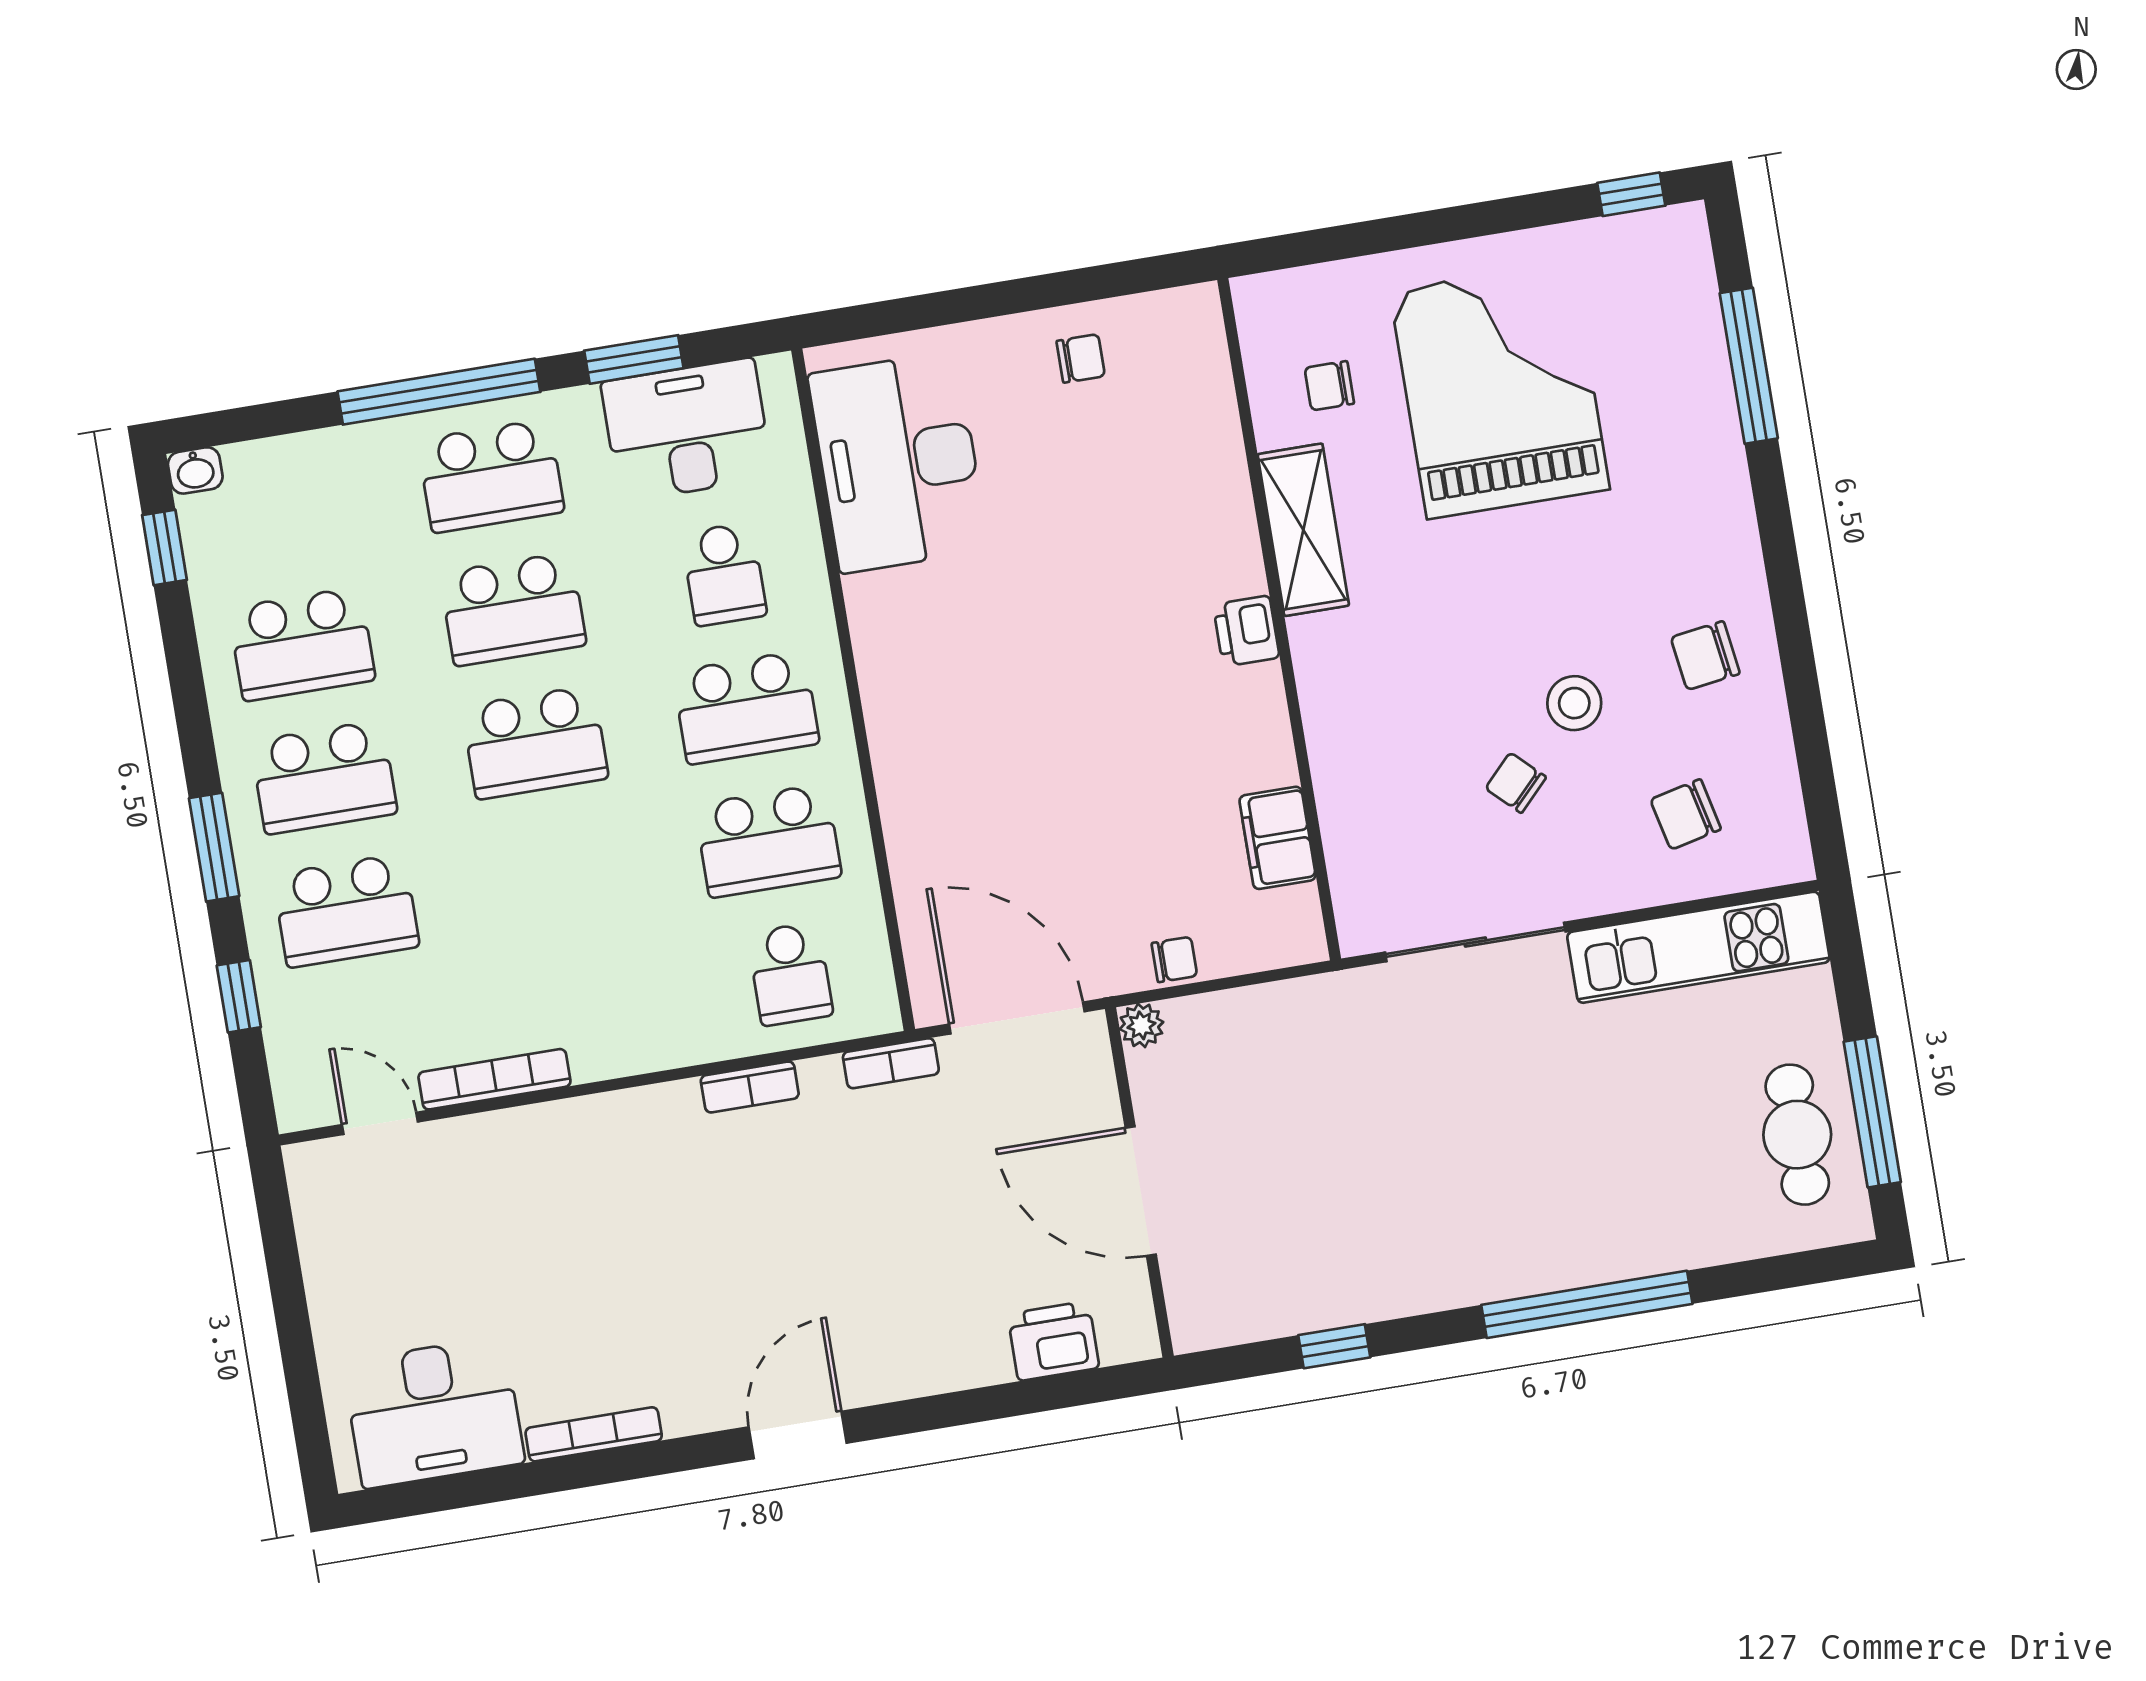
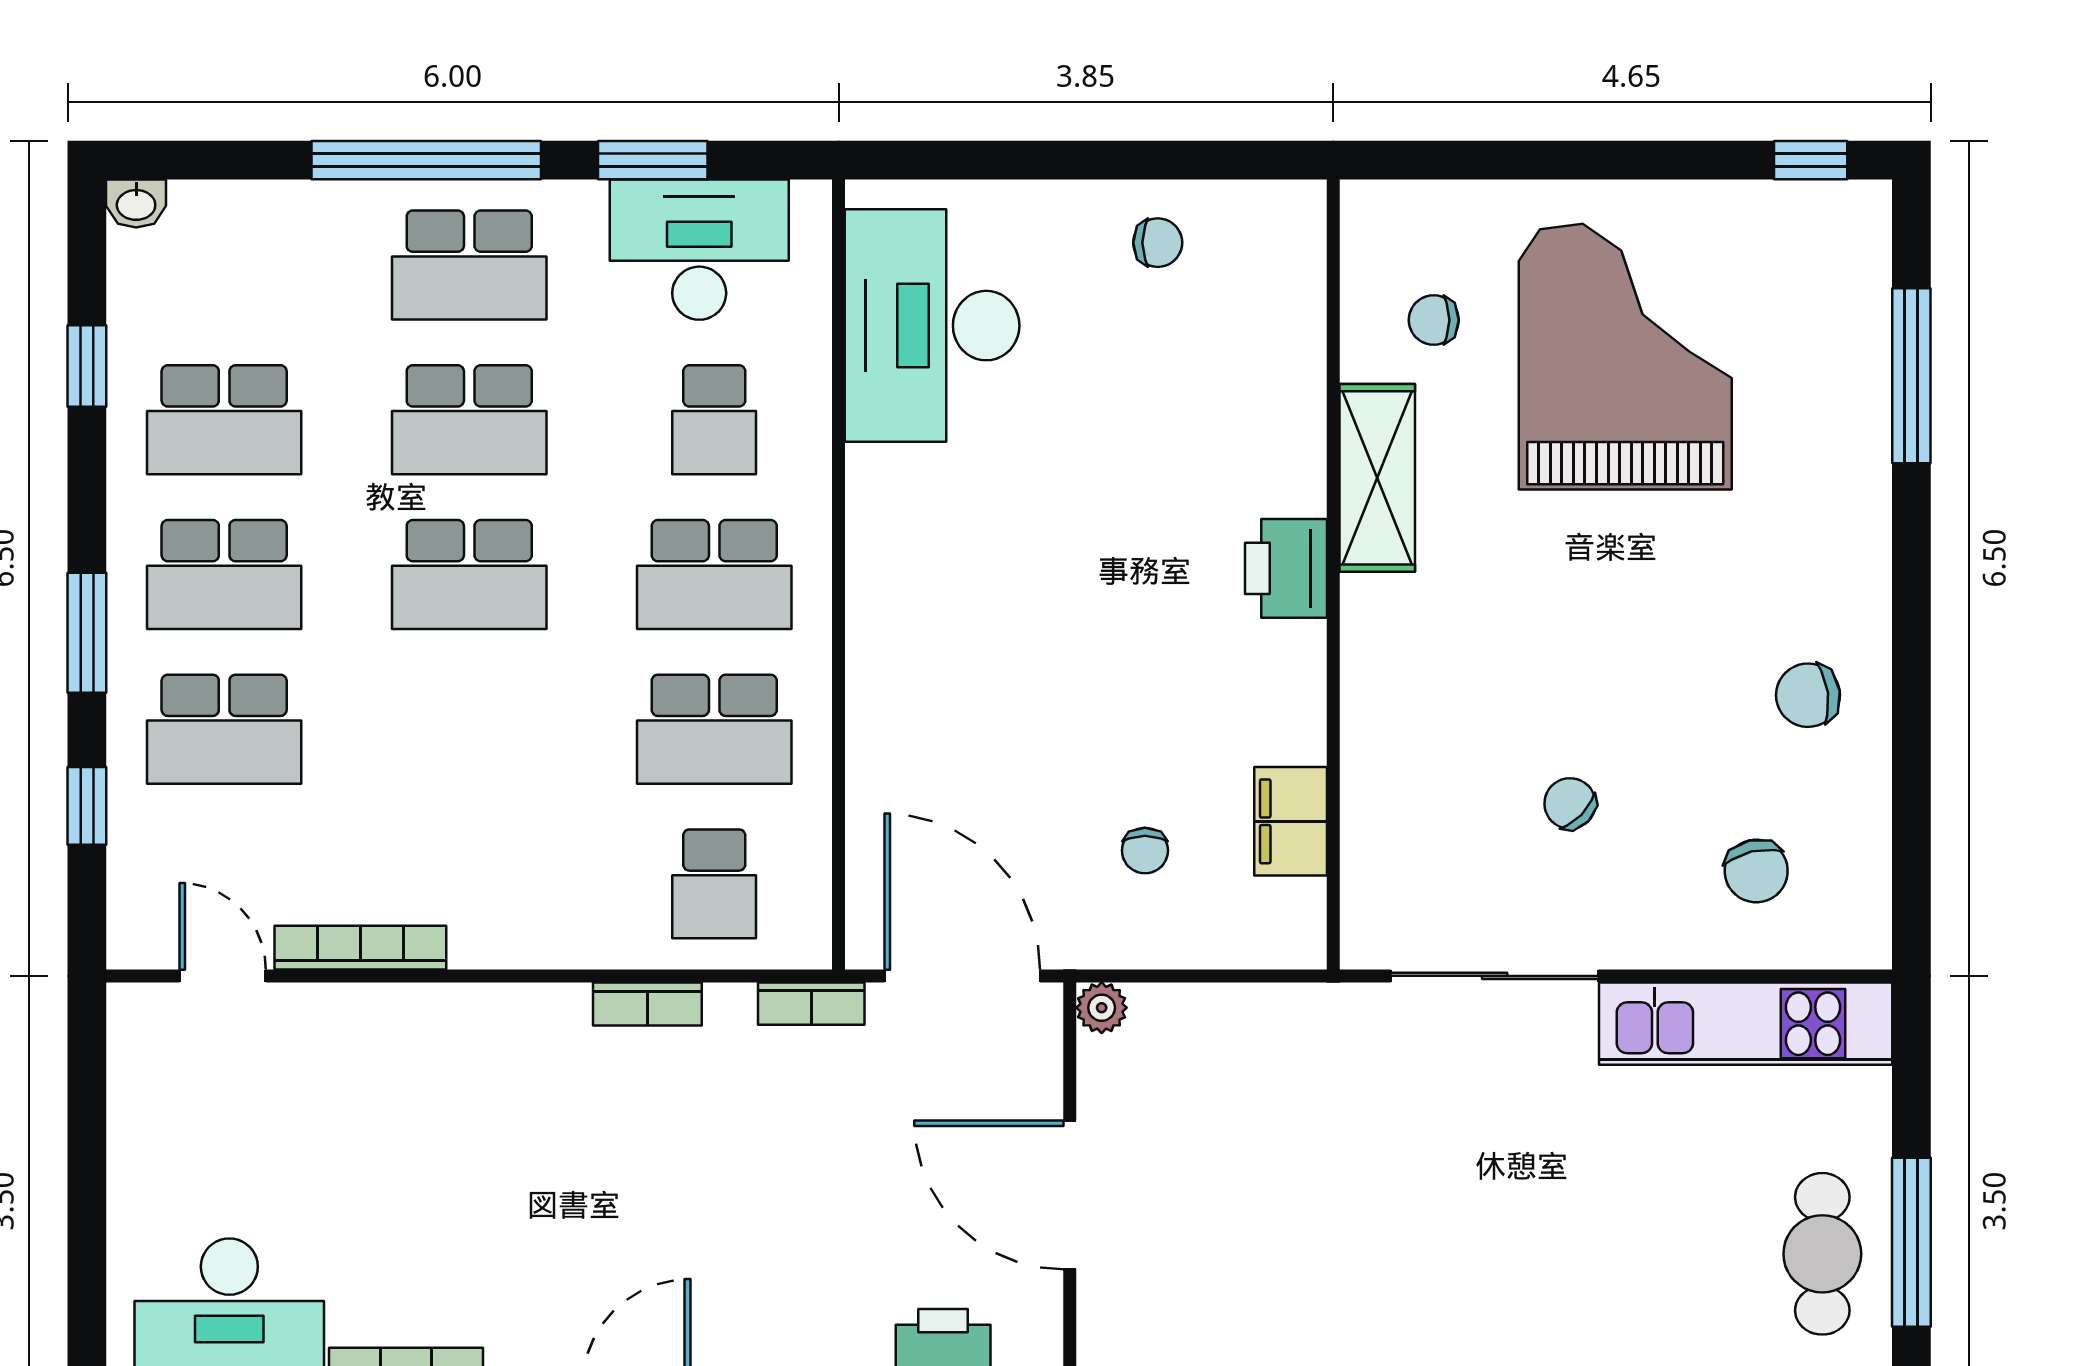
window: (165, 547) -> (87, 366), moved
printer: (1246, 631) -> (1286, 568), width x1.36, depth x1.24
stool: (1574, 703) -> (1651, 724), removed
chair: (1686, 814) -> (1756, 871), turned -90
chair: (1174, 959) -> (1145, 851), moved, turned 90

